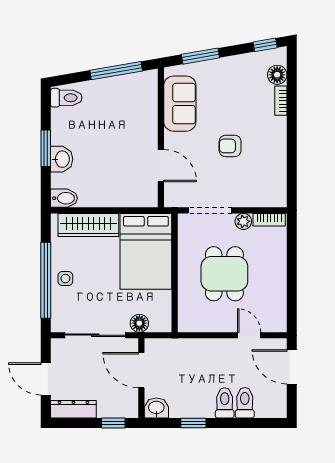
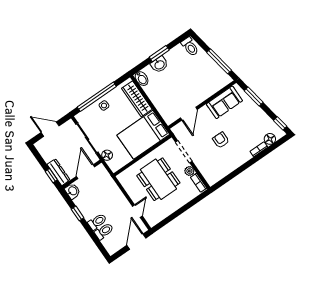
dining table: (224, 274) -> (158, 179), width x1.38
door: (46, 379) -> (50, 129), hinge flipped
dresser: (73, 409) -> (59, 172), moved

